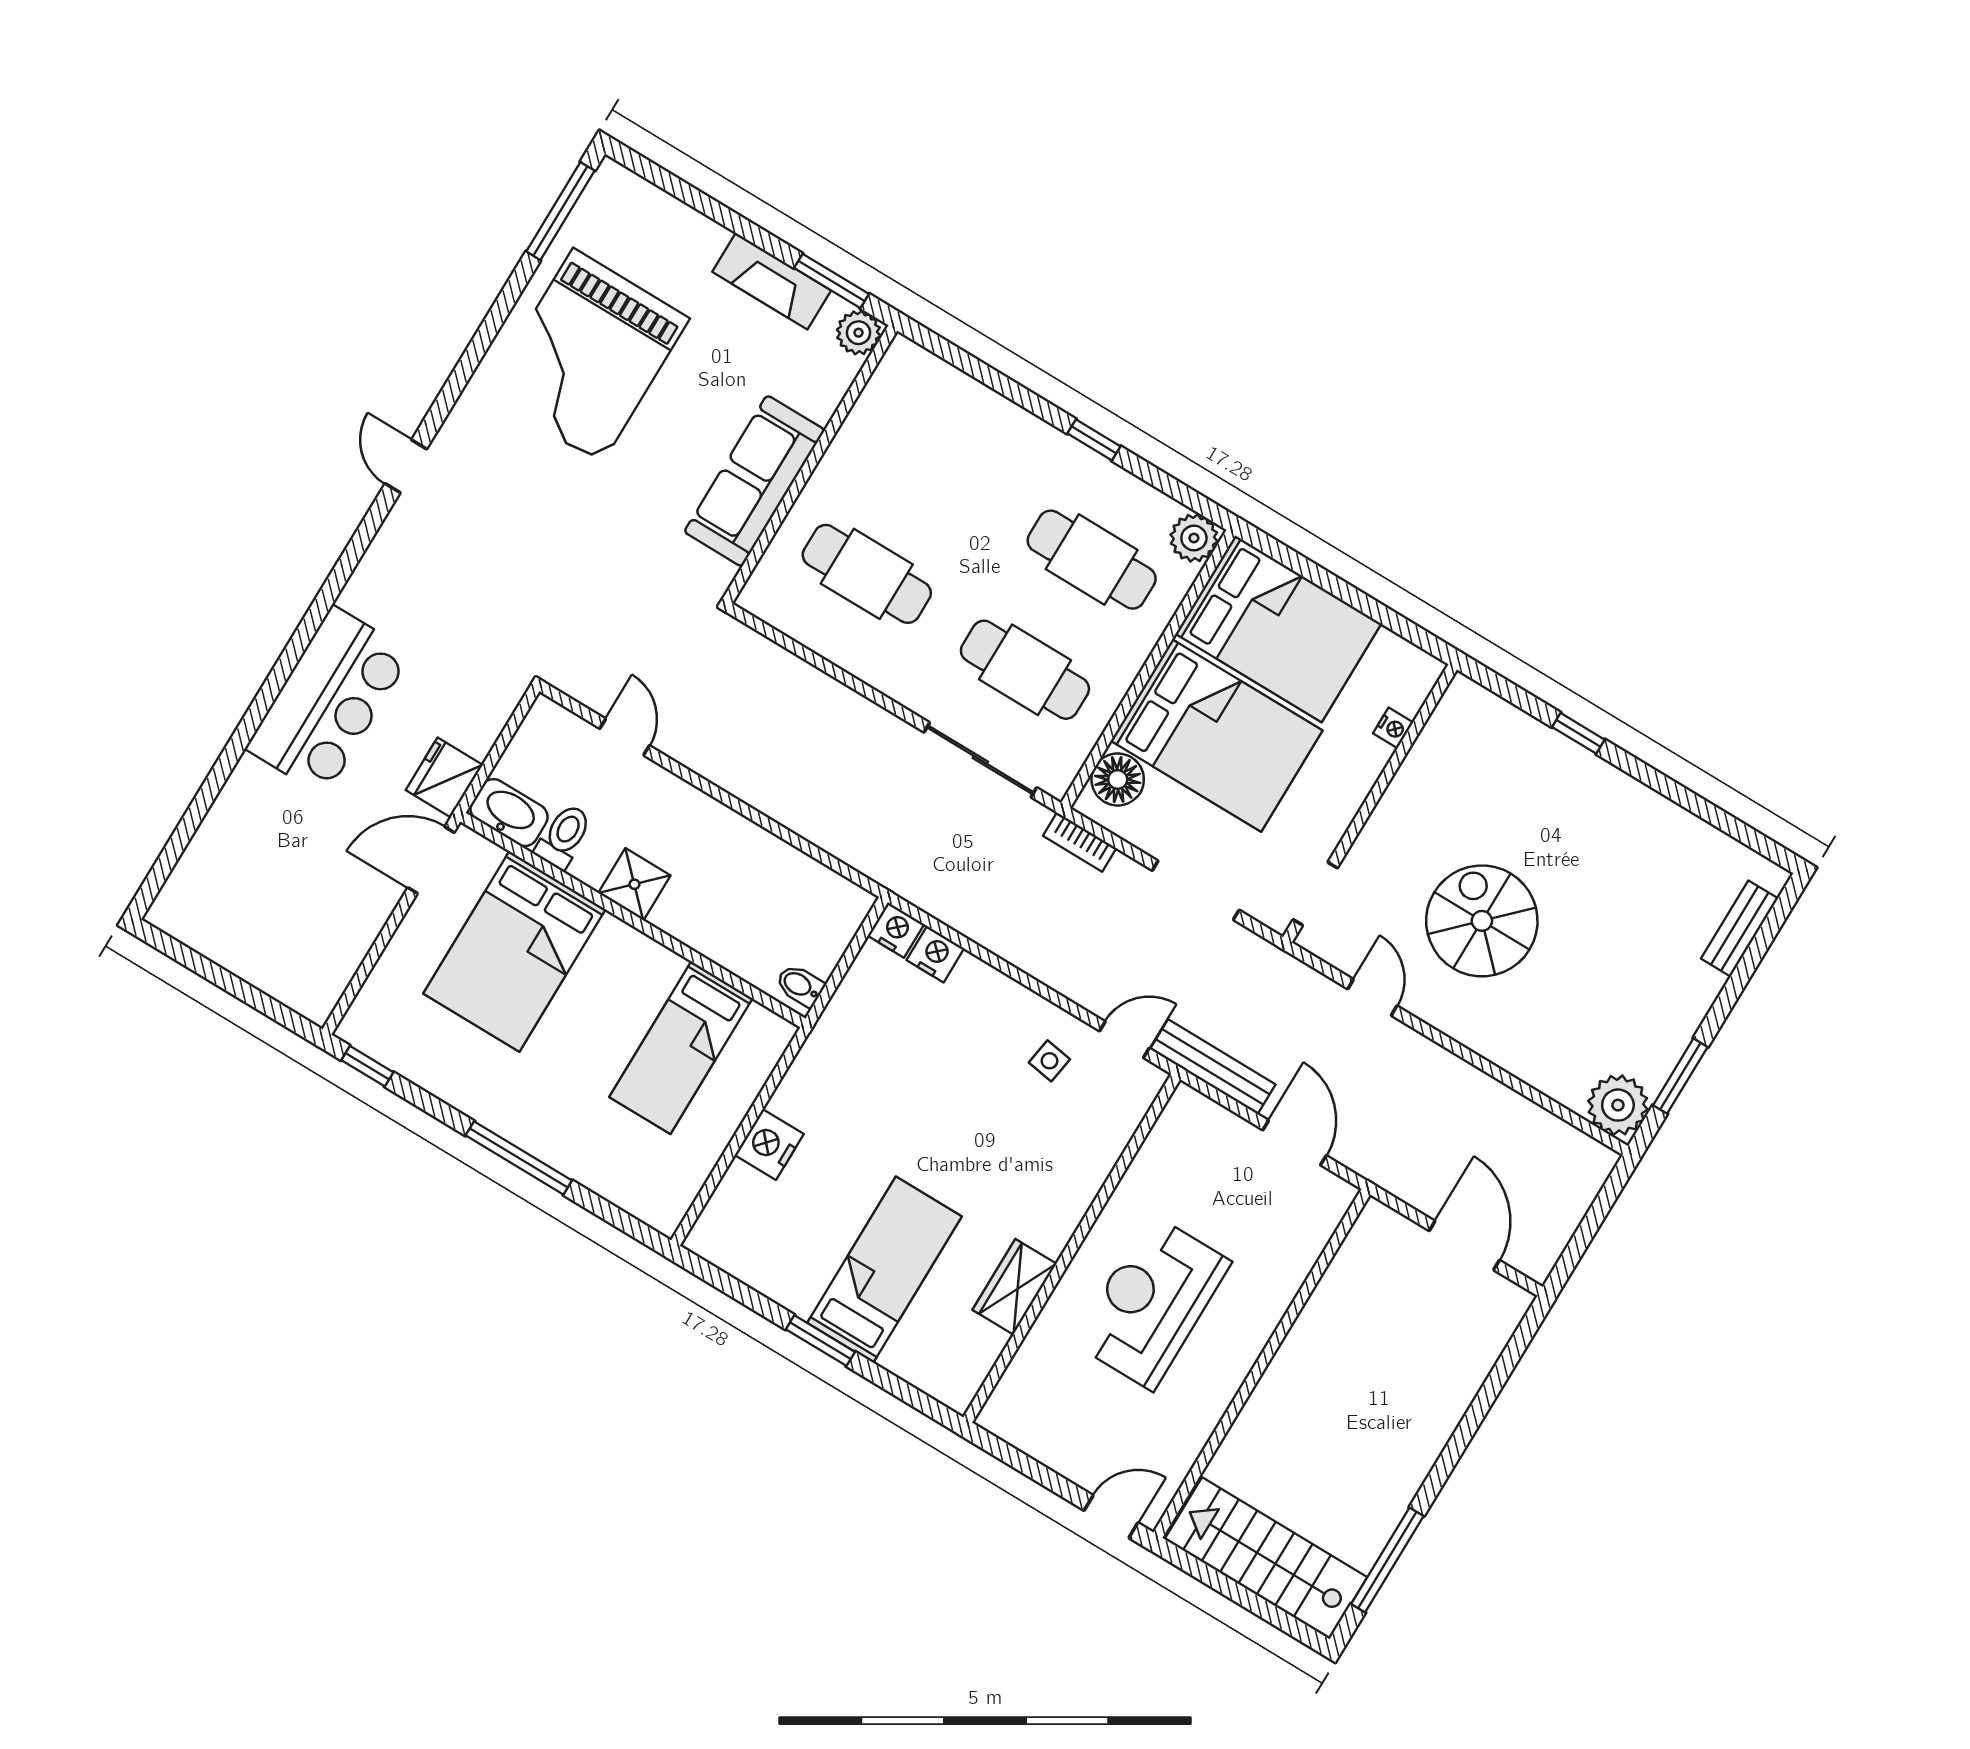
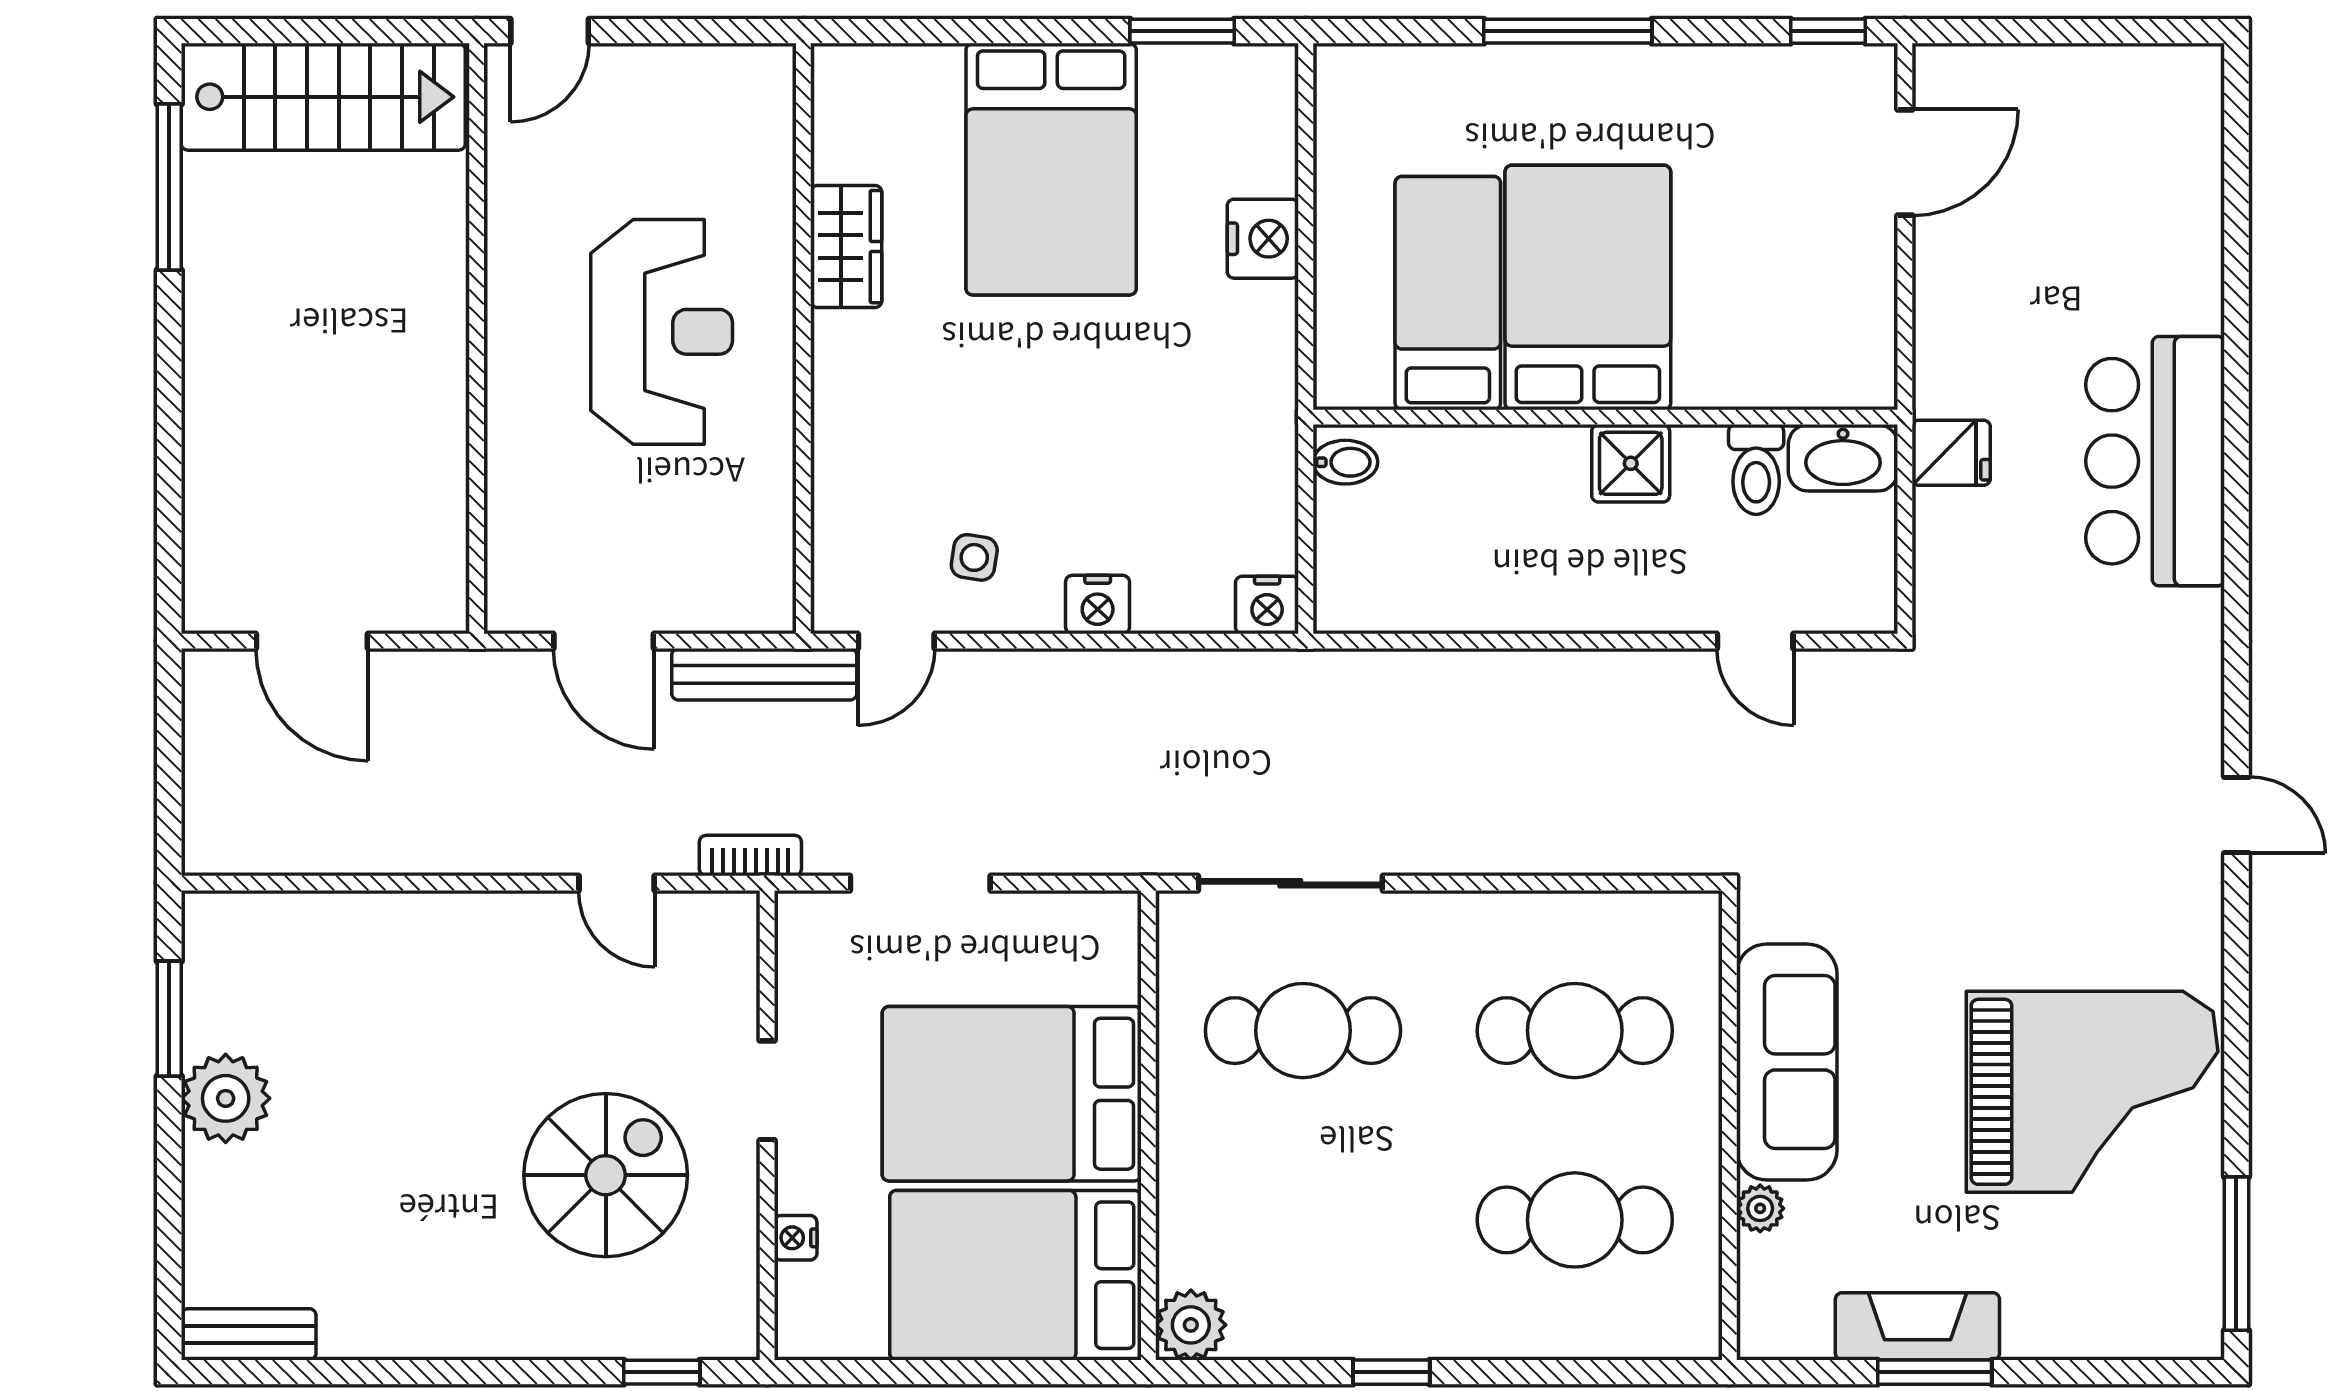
window: (831, 281) -> (1935, 1372), moved
plant: (859, 333) -> (1760, 1208), moved, width x0.73, depth x0.73
grand piano: (587, 356) -> (2092, 1092), turned 90
cafe table: (1092, 560) -> (1575, 1220), moved
window: (1578, 733) -> (662, 1372), moved
fridge: (444, 778) -> (1951, 453), width x0.72
floor lamp: (1118, 779) -> (1103, 963), removed
bookcase: (1080, 842) -> (750, 856), moved
door: (431, 860) -> (1905, 163), moved
doorway: (1315, 894) -> (767, 1090), moved
spiral stairs: (1482, 921) -> (606, 1175), moved, turned -90
bench: (1740, 929) -> (249, 1334), moved, turned 90
bed: (514, 951) -> (1588, 287), moved
nightstand: (935, 954) -> (1098, 605), moved
plant: (1618, 1105) -> (226, 1098), moved
bed: (884, 1270) -> (1051, 169), width x1.50
window: (820, 1341) -> (1182, 31), moved

